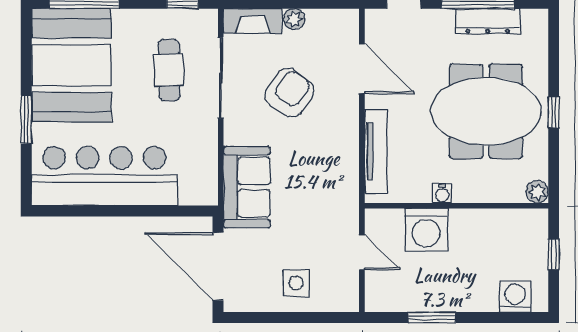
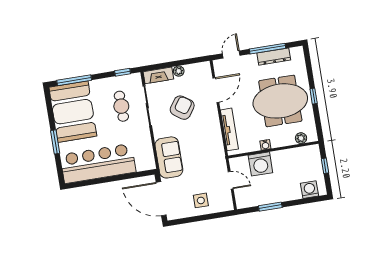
door: (362, 69) -> (216, 90), hinge flipped
plant: (537, 192) -> (301, 138), moved

